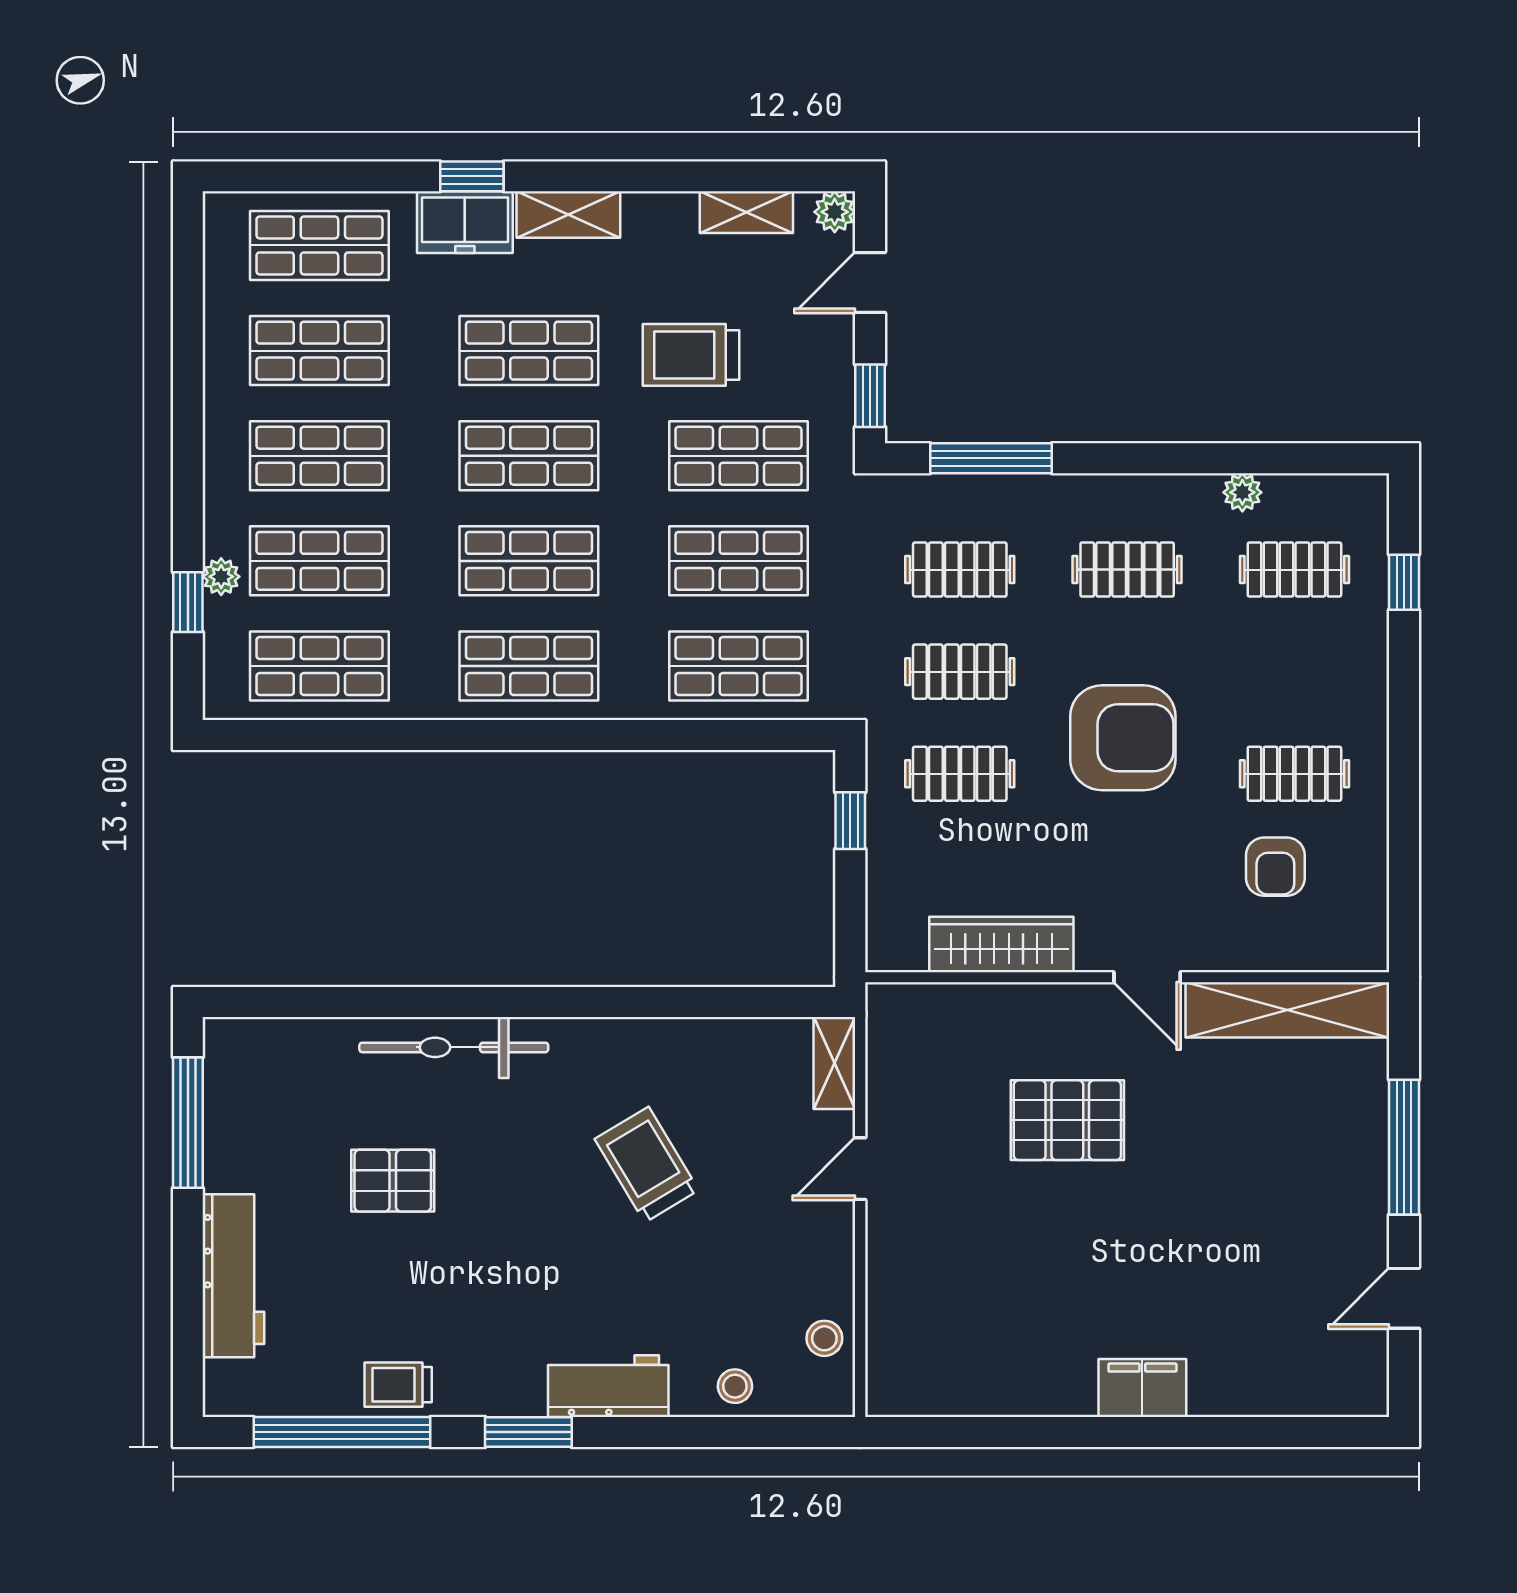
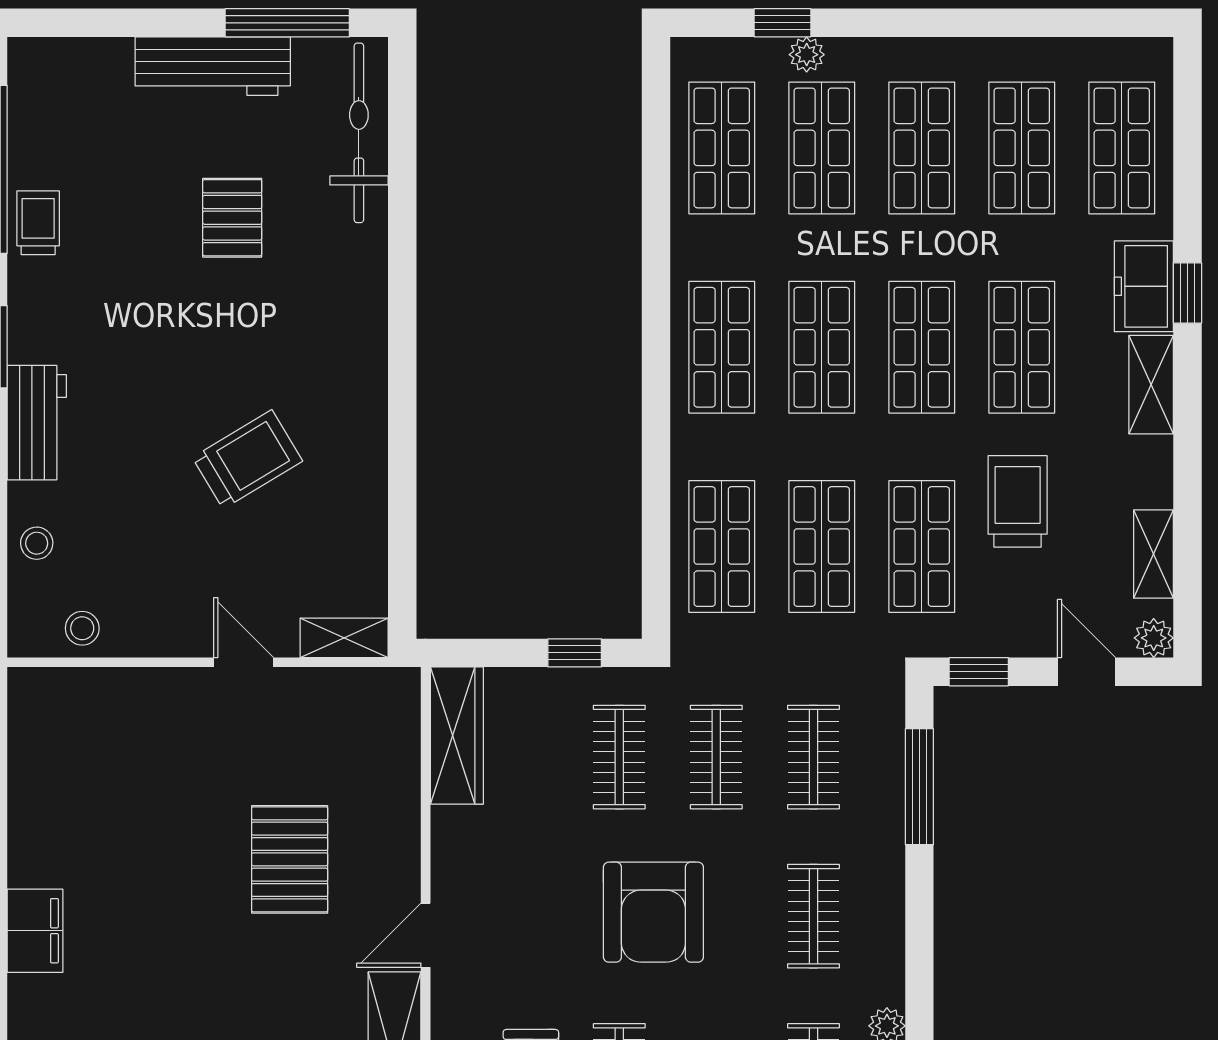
wardrobe: (1001, 944) -> (457, 735), moved
bicycle: (454, 1047) -> (359, 133), moved
workbench: (233, 1276) -> (213, 66), moved

